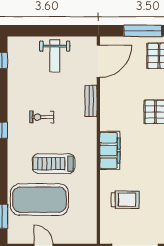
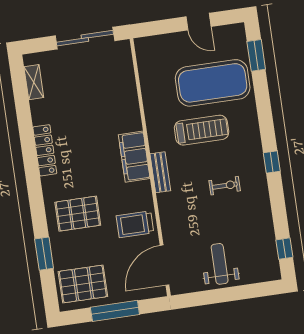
bench: (91, 101) -> (160, 172), moved
trolley: (125, 200) -> (135, 224), moved

